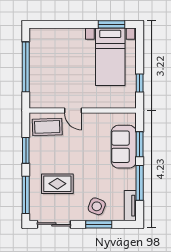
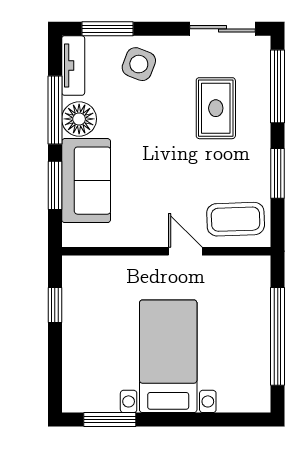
bed with nightstands: (110, 57) -> (168, 356), moved
floor lamp: (127, 178) -> (79, 119), added
rug: (57, 184) -> (216, 108), turned 90
window: (99, 224) -> (108, 29), moved

